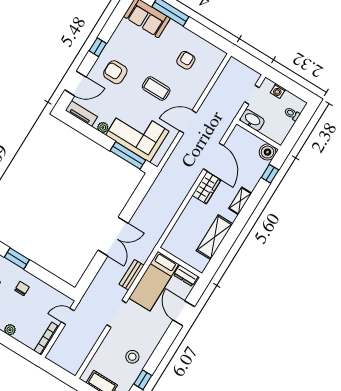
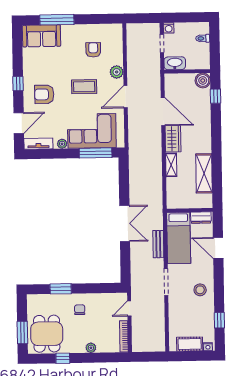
washing machine: (278, 91) -> (169, 28), moved
plant: (194, 94) -> (117, 72), added
shelving: (240, 201) -> (171, 165), moved
stool: (132, 357) -> (200, 290), moved

